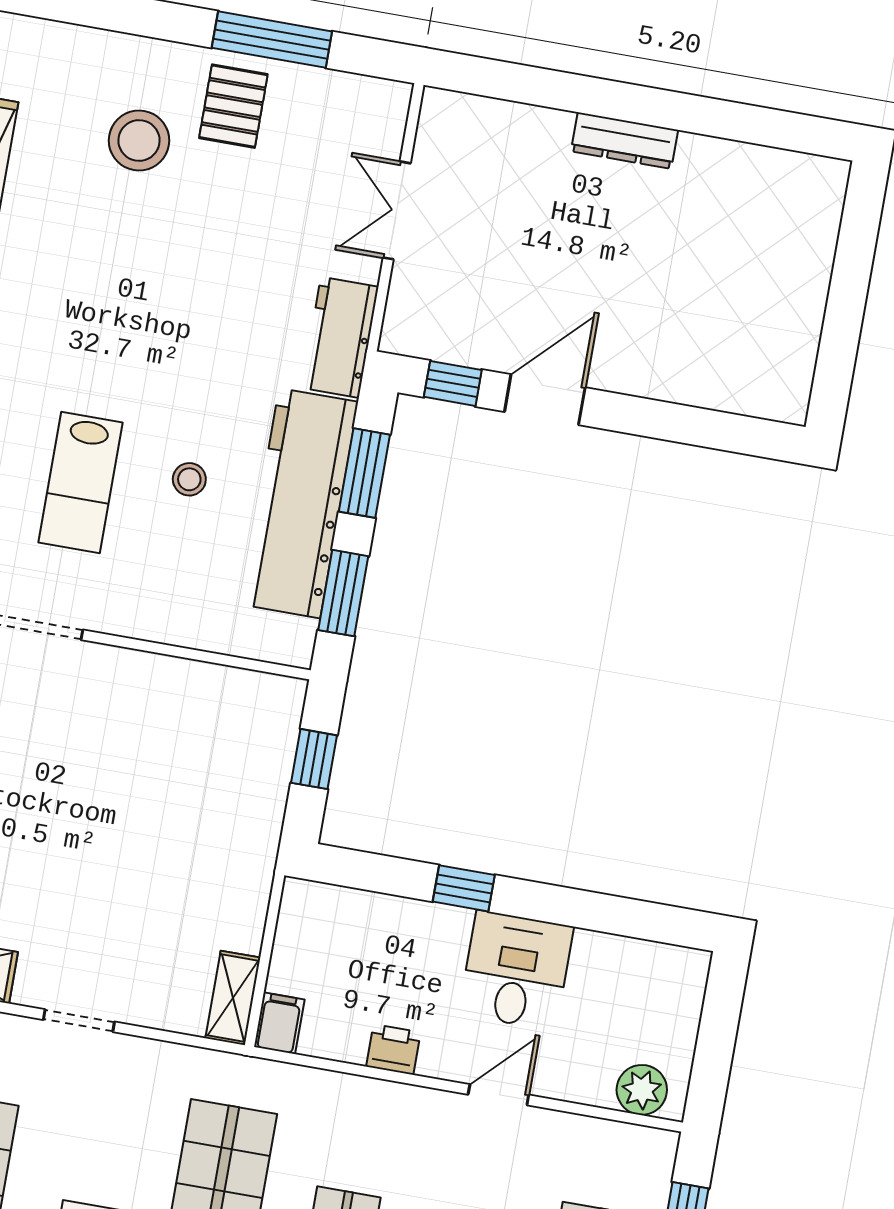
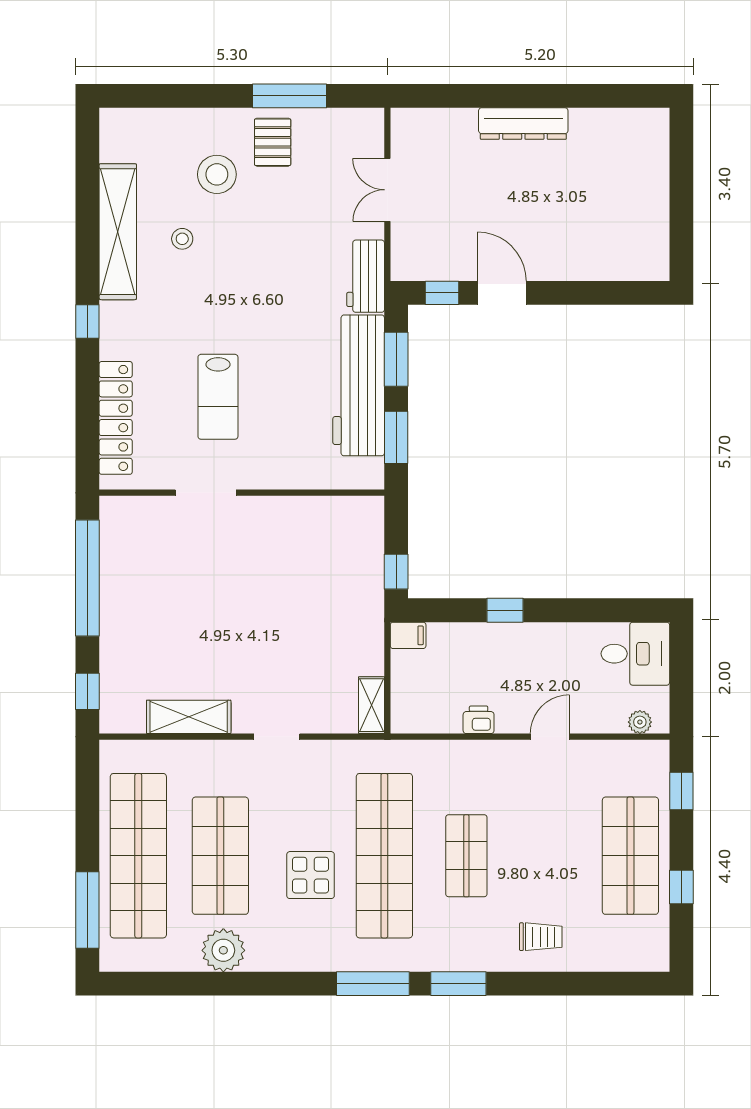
dresser: (624, 141) -> (523, 124), width x1.37, depth x1.24
door: (545, 400) -> (502, 293), hinge flipped
stool: (189, 479) -> (182, 239), moved
window: (314, 759) -> (396, 572), moved
desk: (516, 970) -> (635, 654), moved, turned 90
filing cabinet: (279, 1023) -> (408, 635), moved, turned 90
plant: (642, 1090) -> (640, 722), width x0.73, depth x0.73

